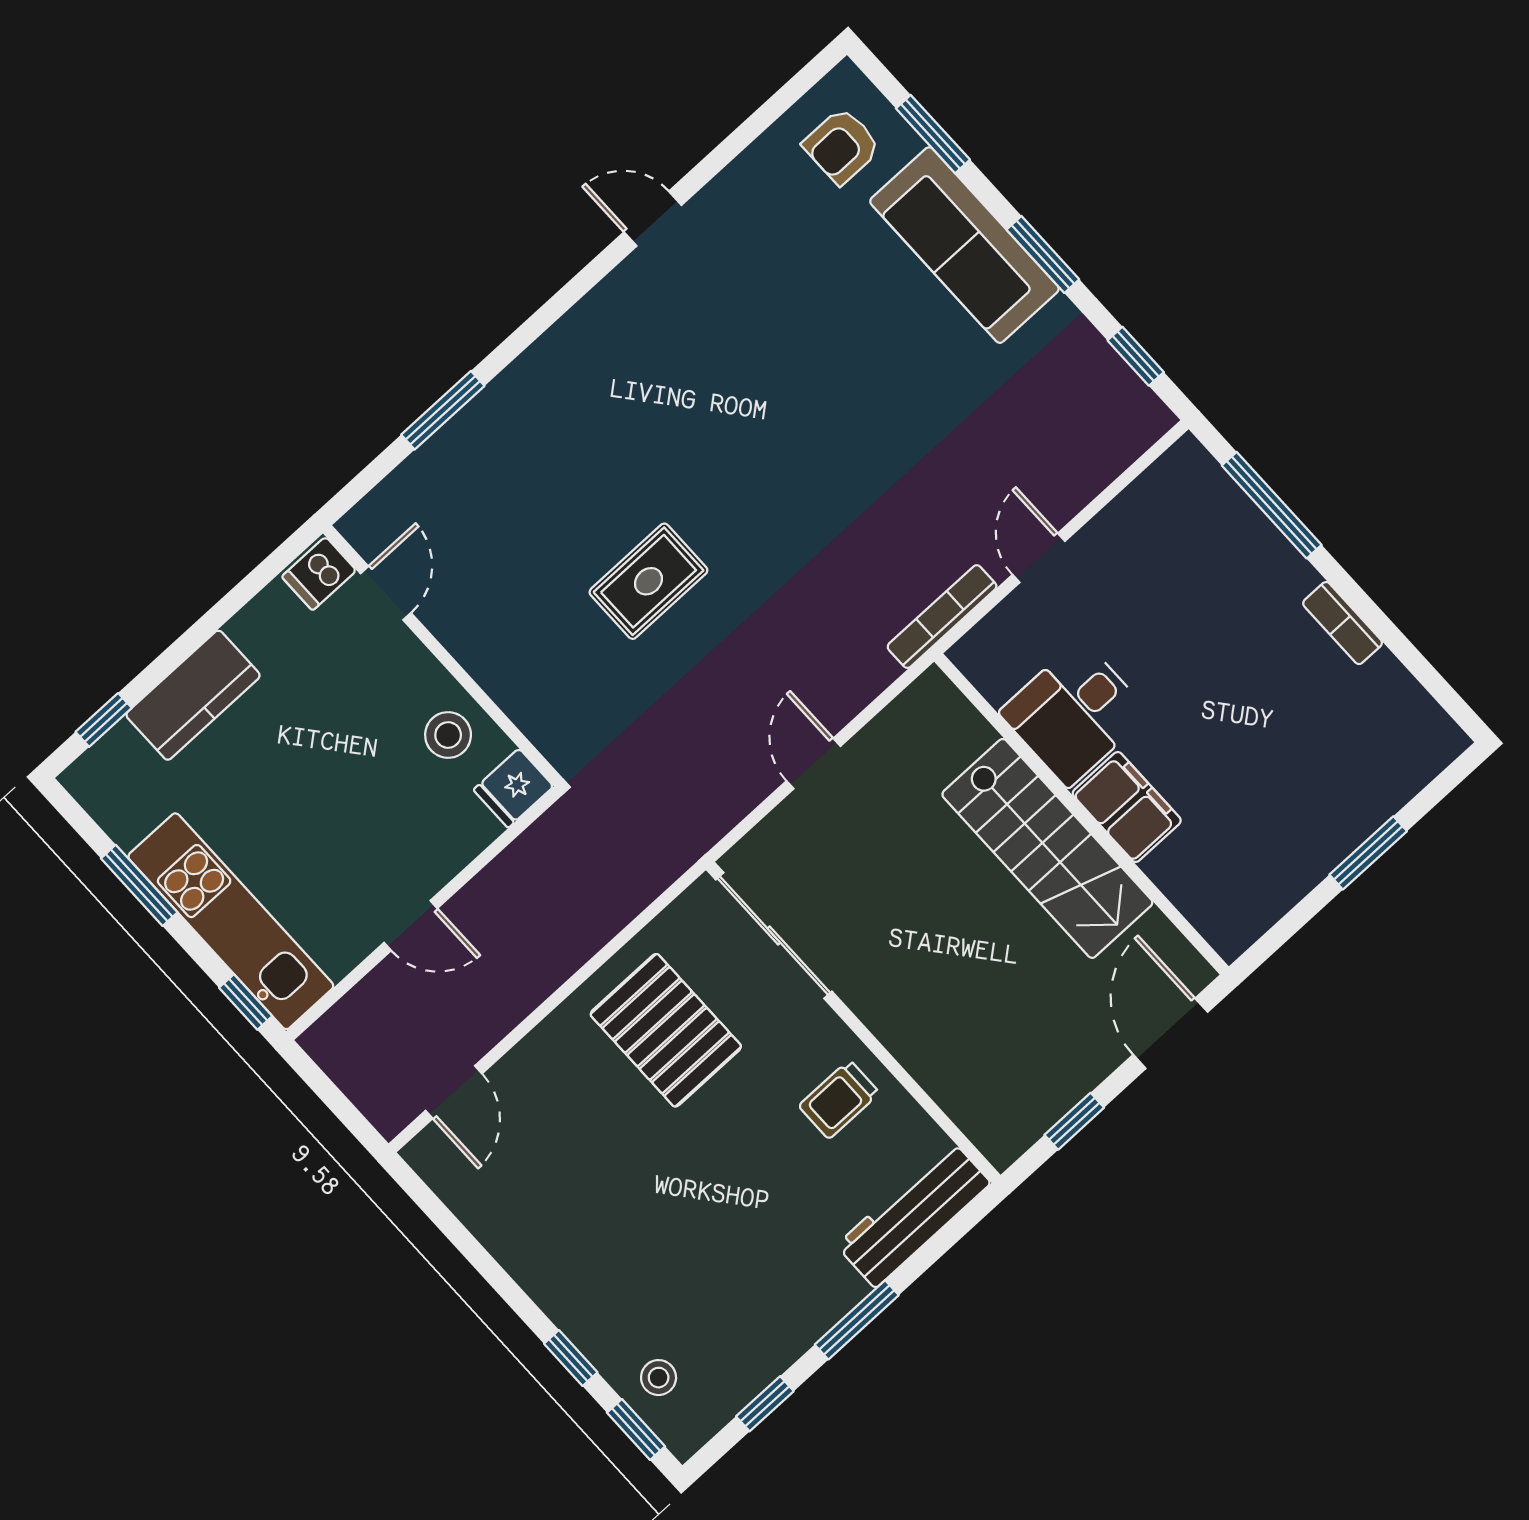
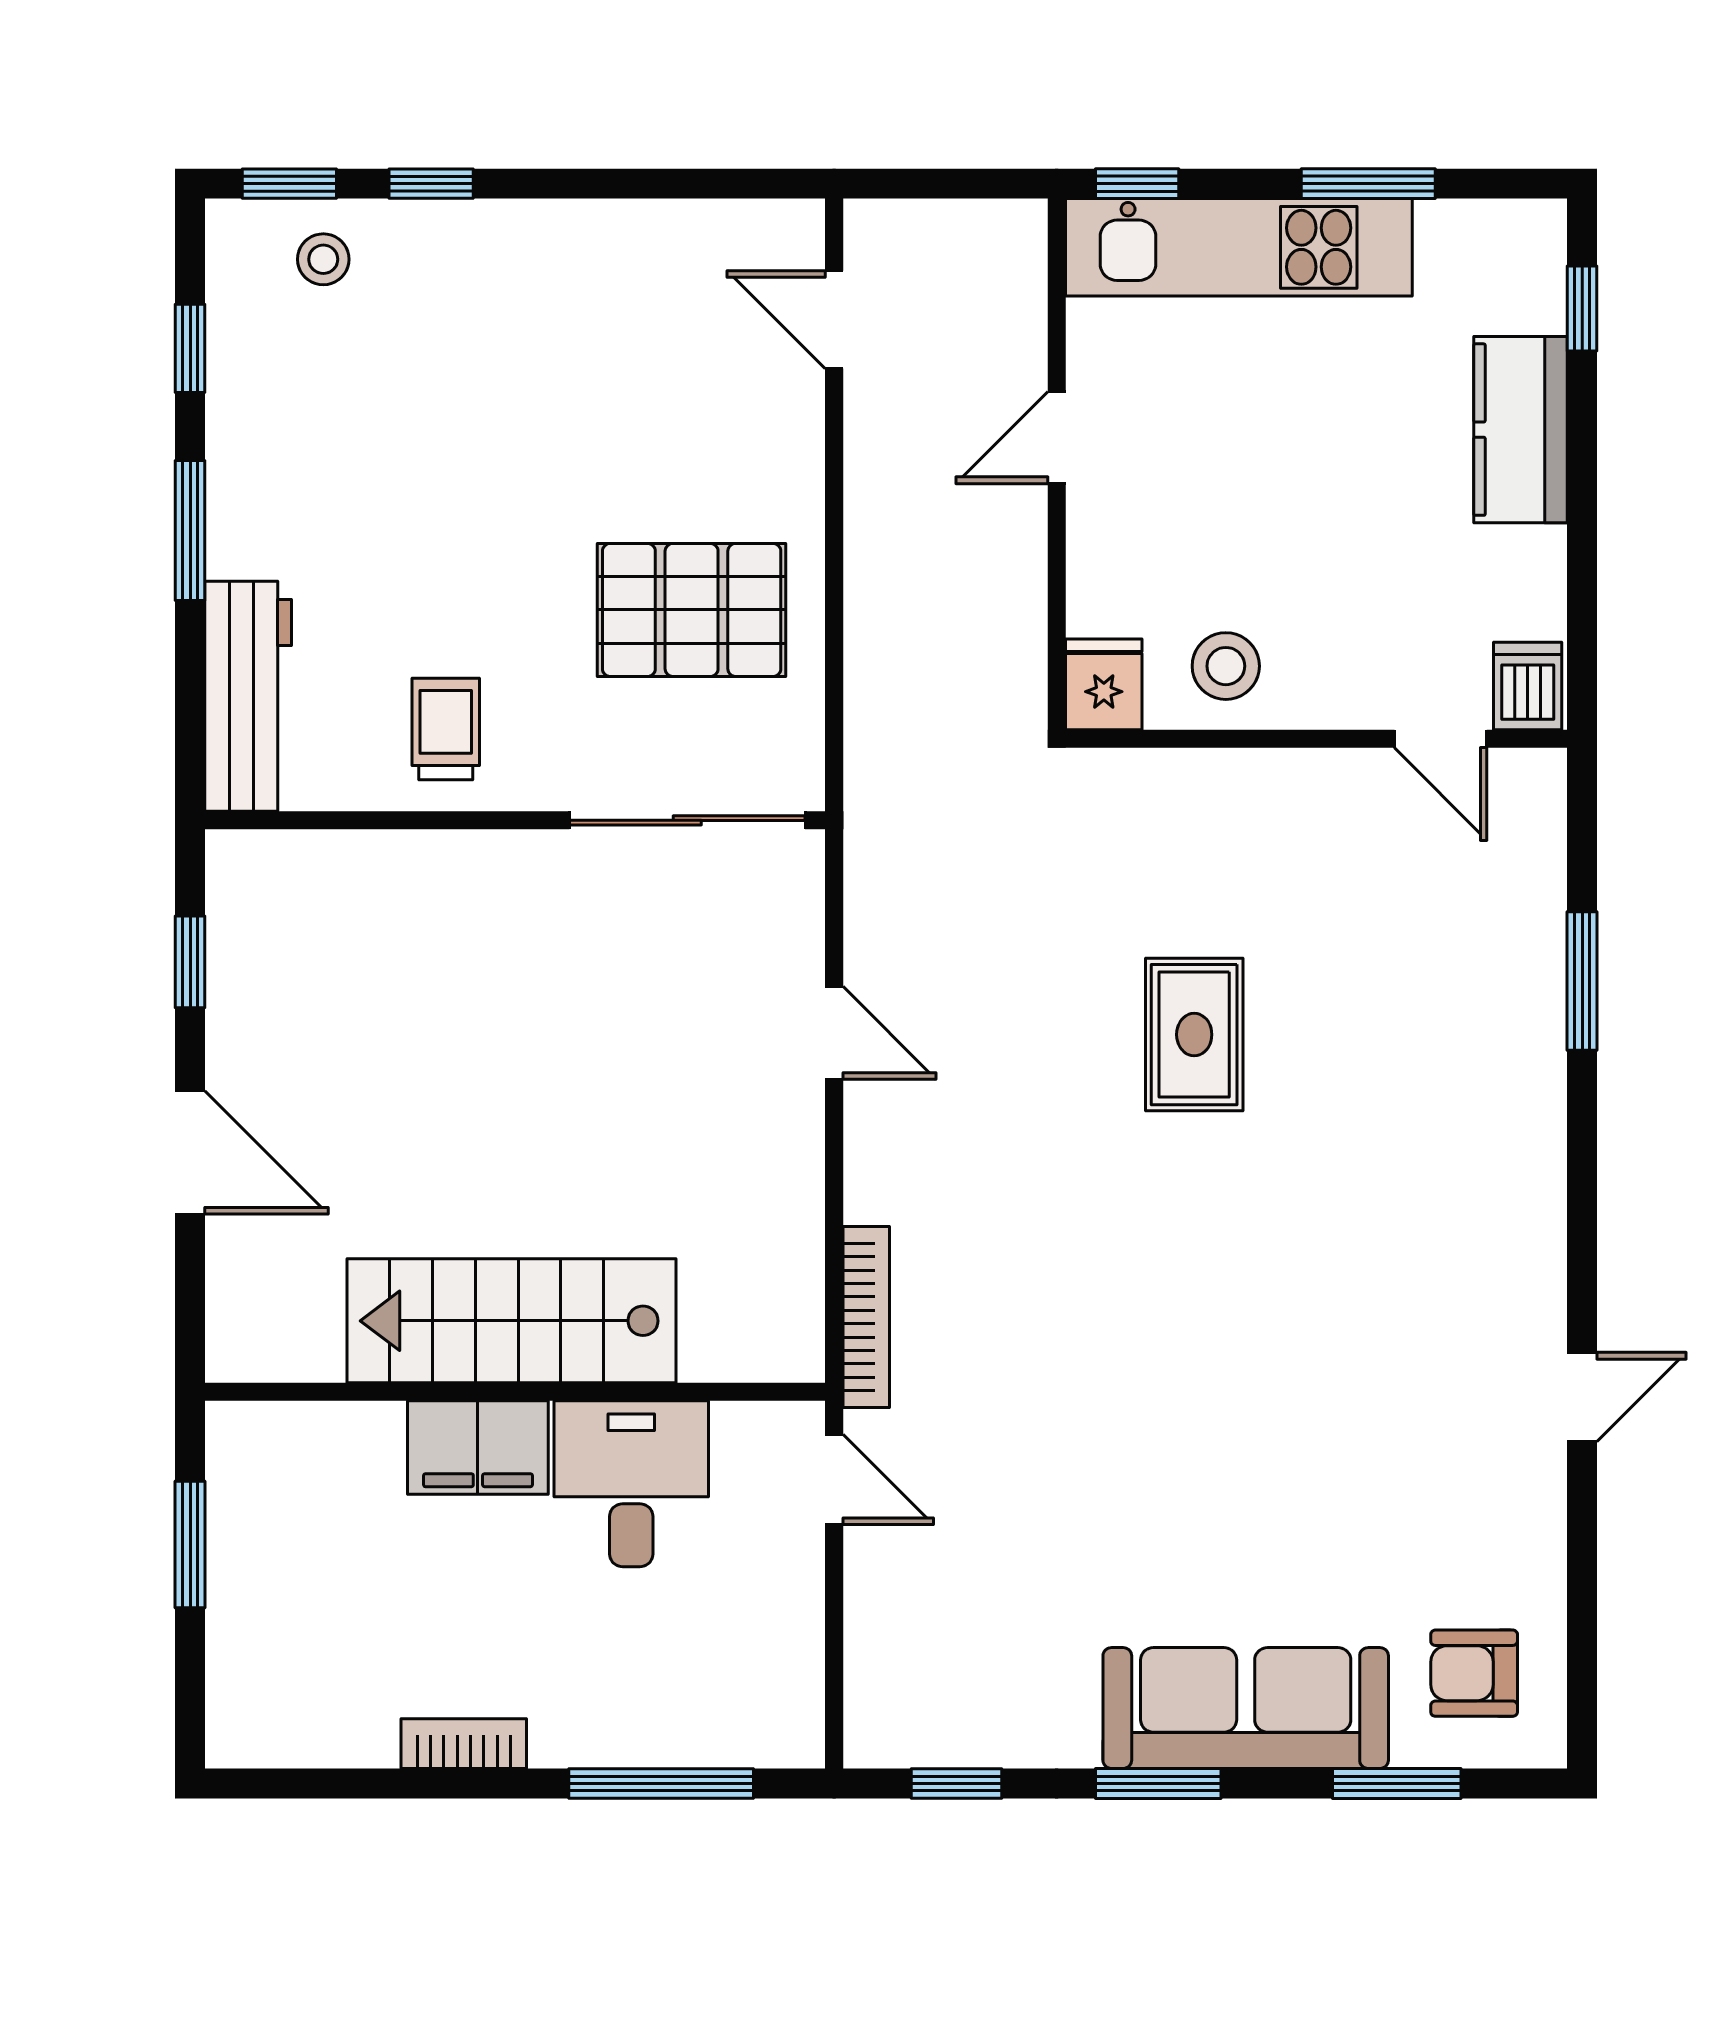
armchair: (842, 146) -> (1474, 1673), turned -90
desk: (1074, 713) -> (631, 1484), moved
filing cabinet: (1127, 807) -> (478, 1447), moved
wall: (1082, 814) -> (515, 1392), moved
stairs: (1047, 848) -> (511, 1321), moved

